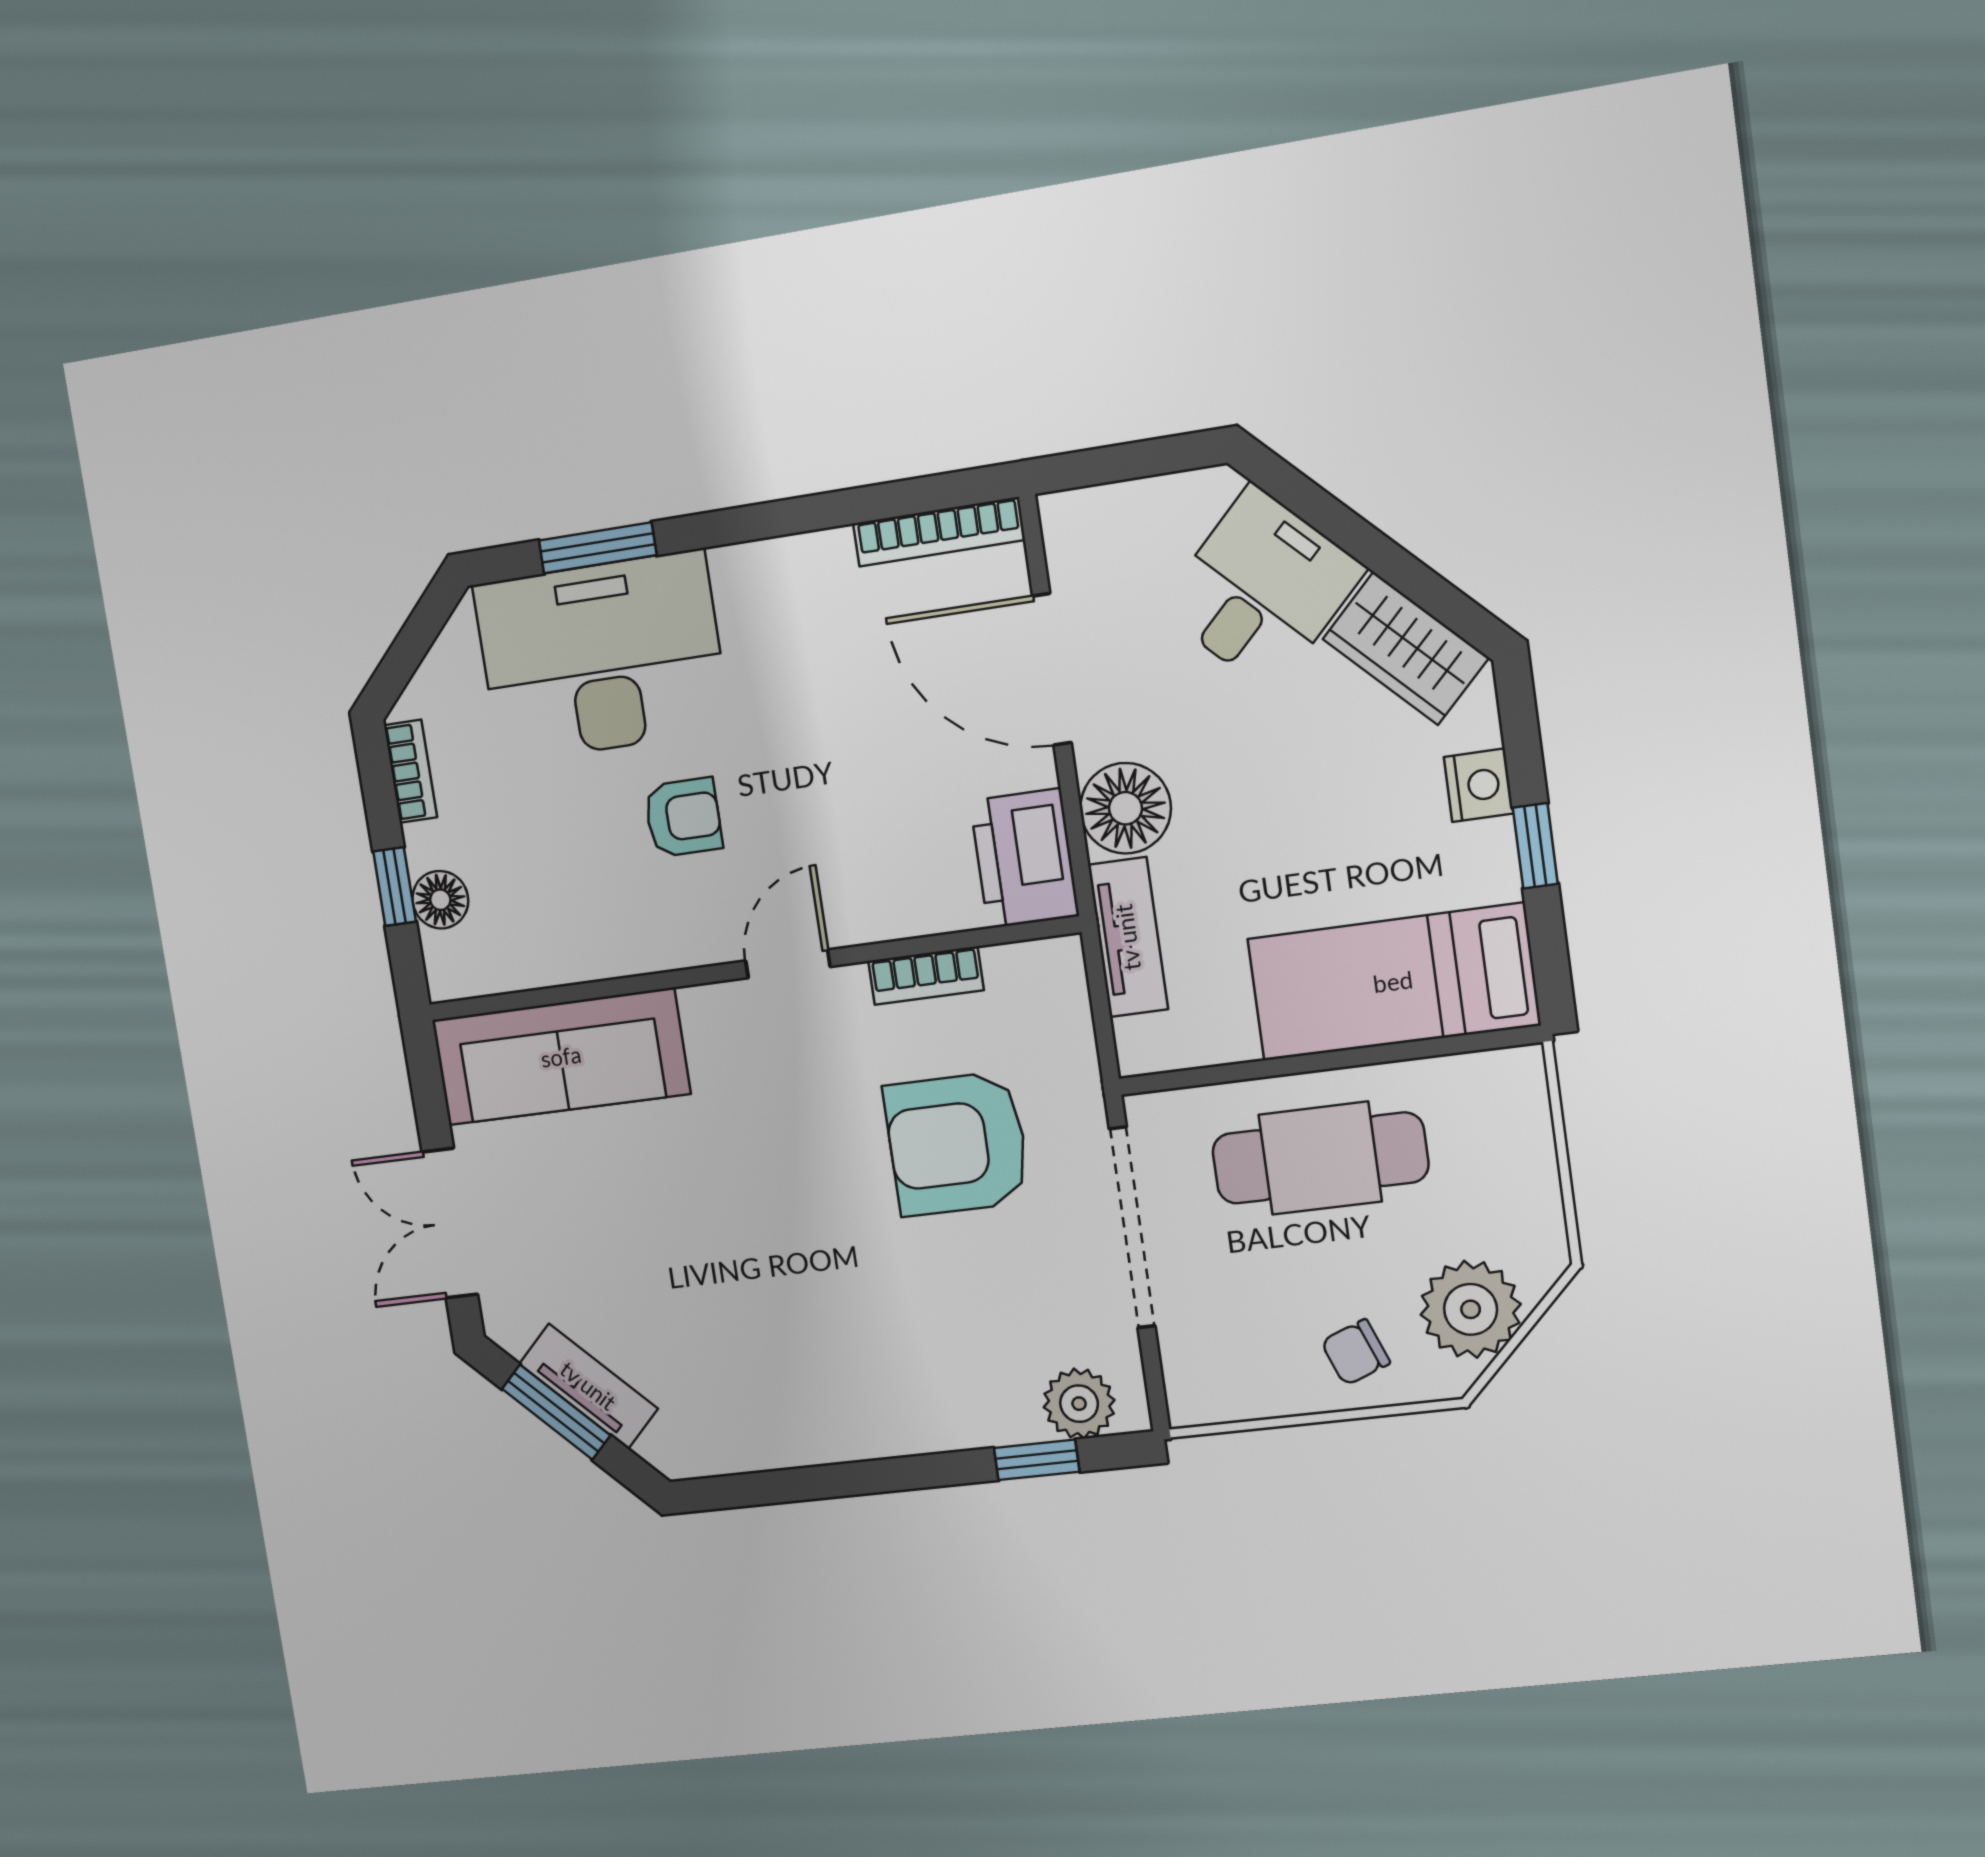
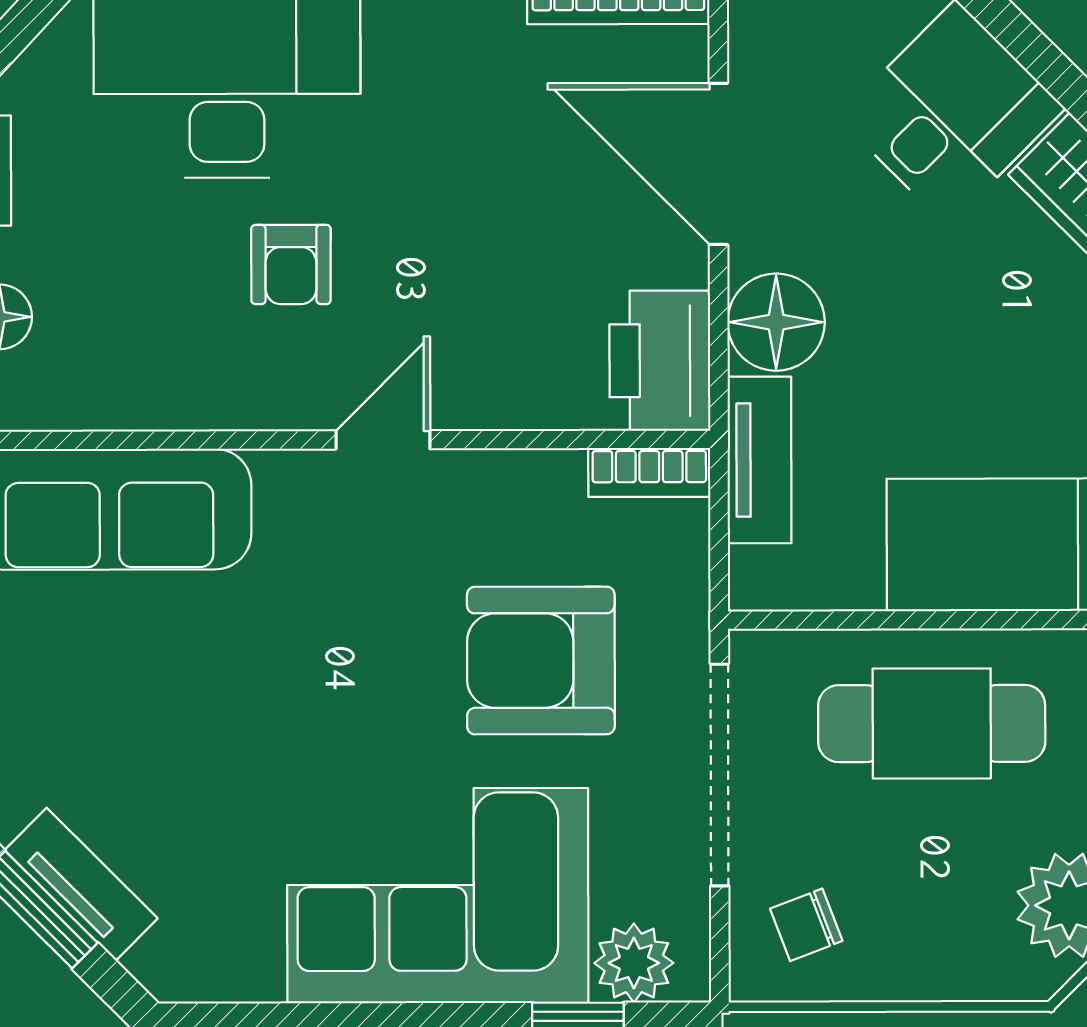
armchair: (683, 817) -> (291, 264), turned 90
bookcase: (926, 976) -> (649, 472), moved
chair: (1355, 1352) -> (806, 925), moved
corner sofa: (897, 1363) -> (438, 896), added

